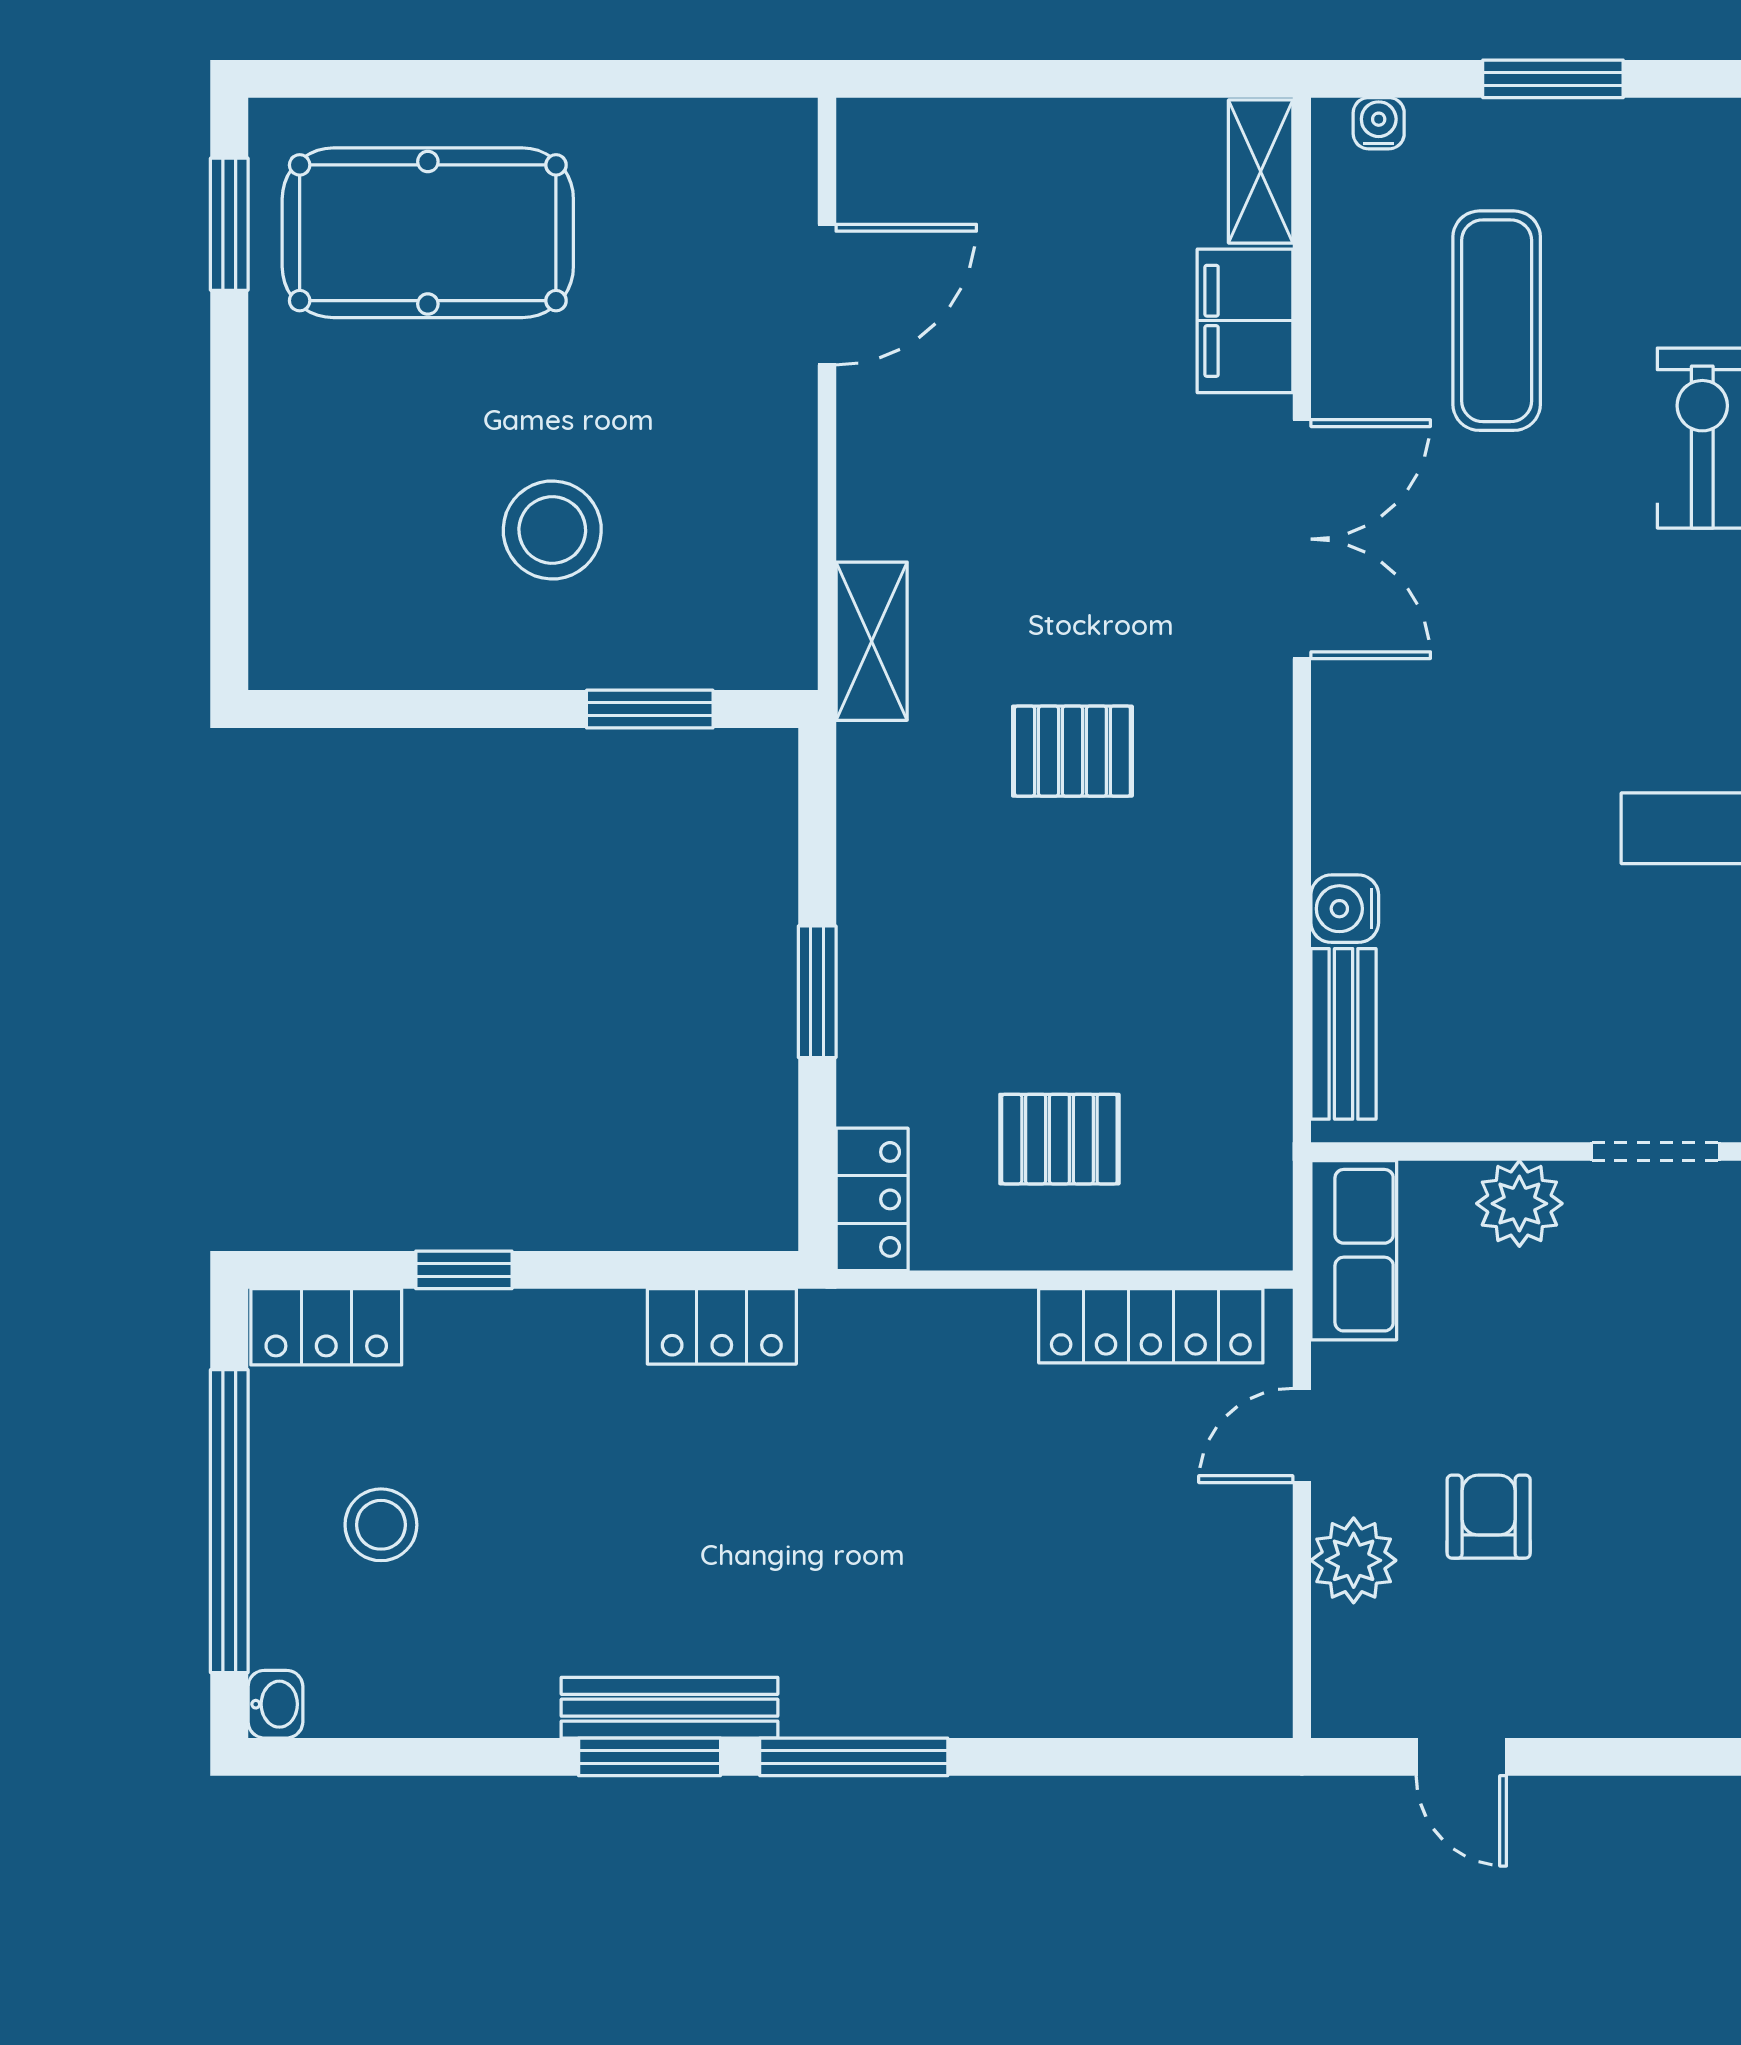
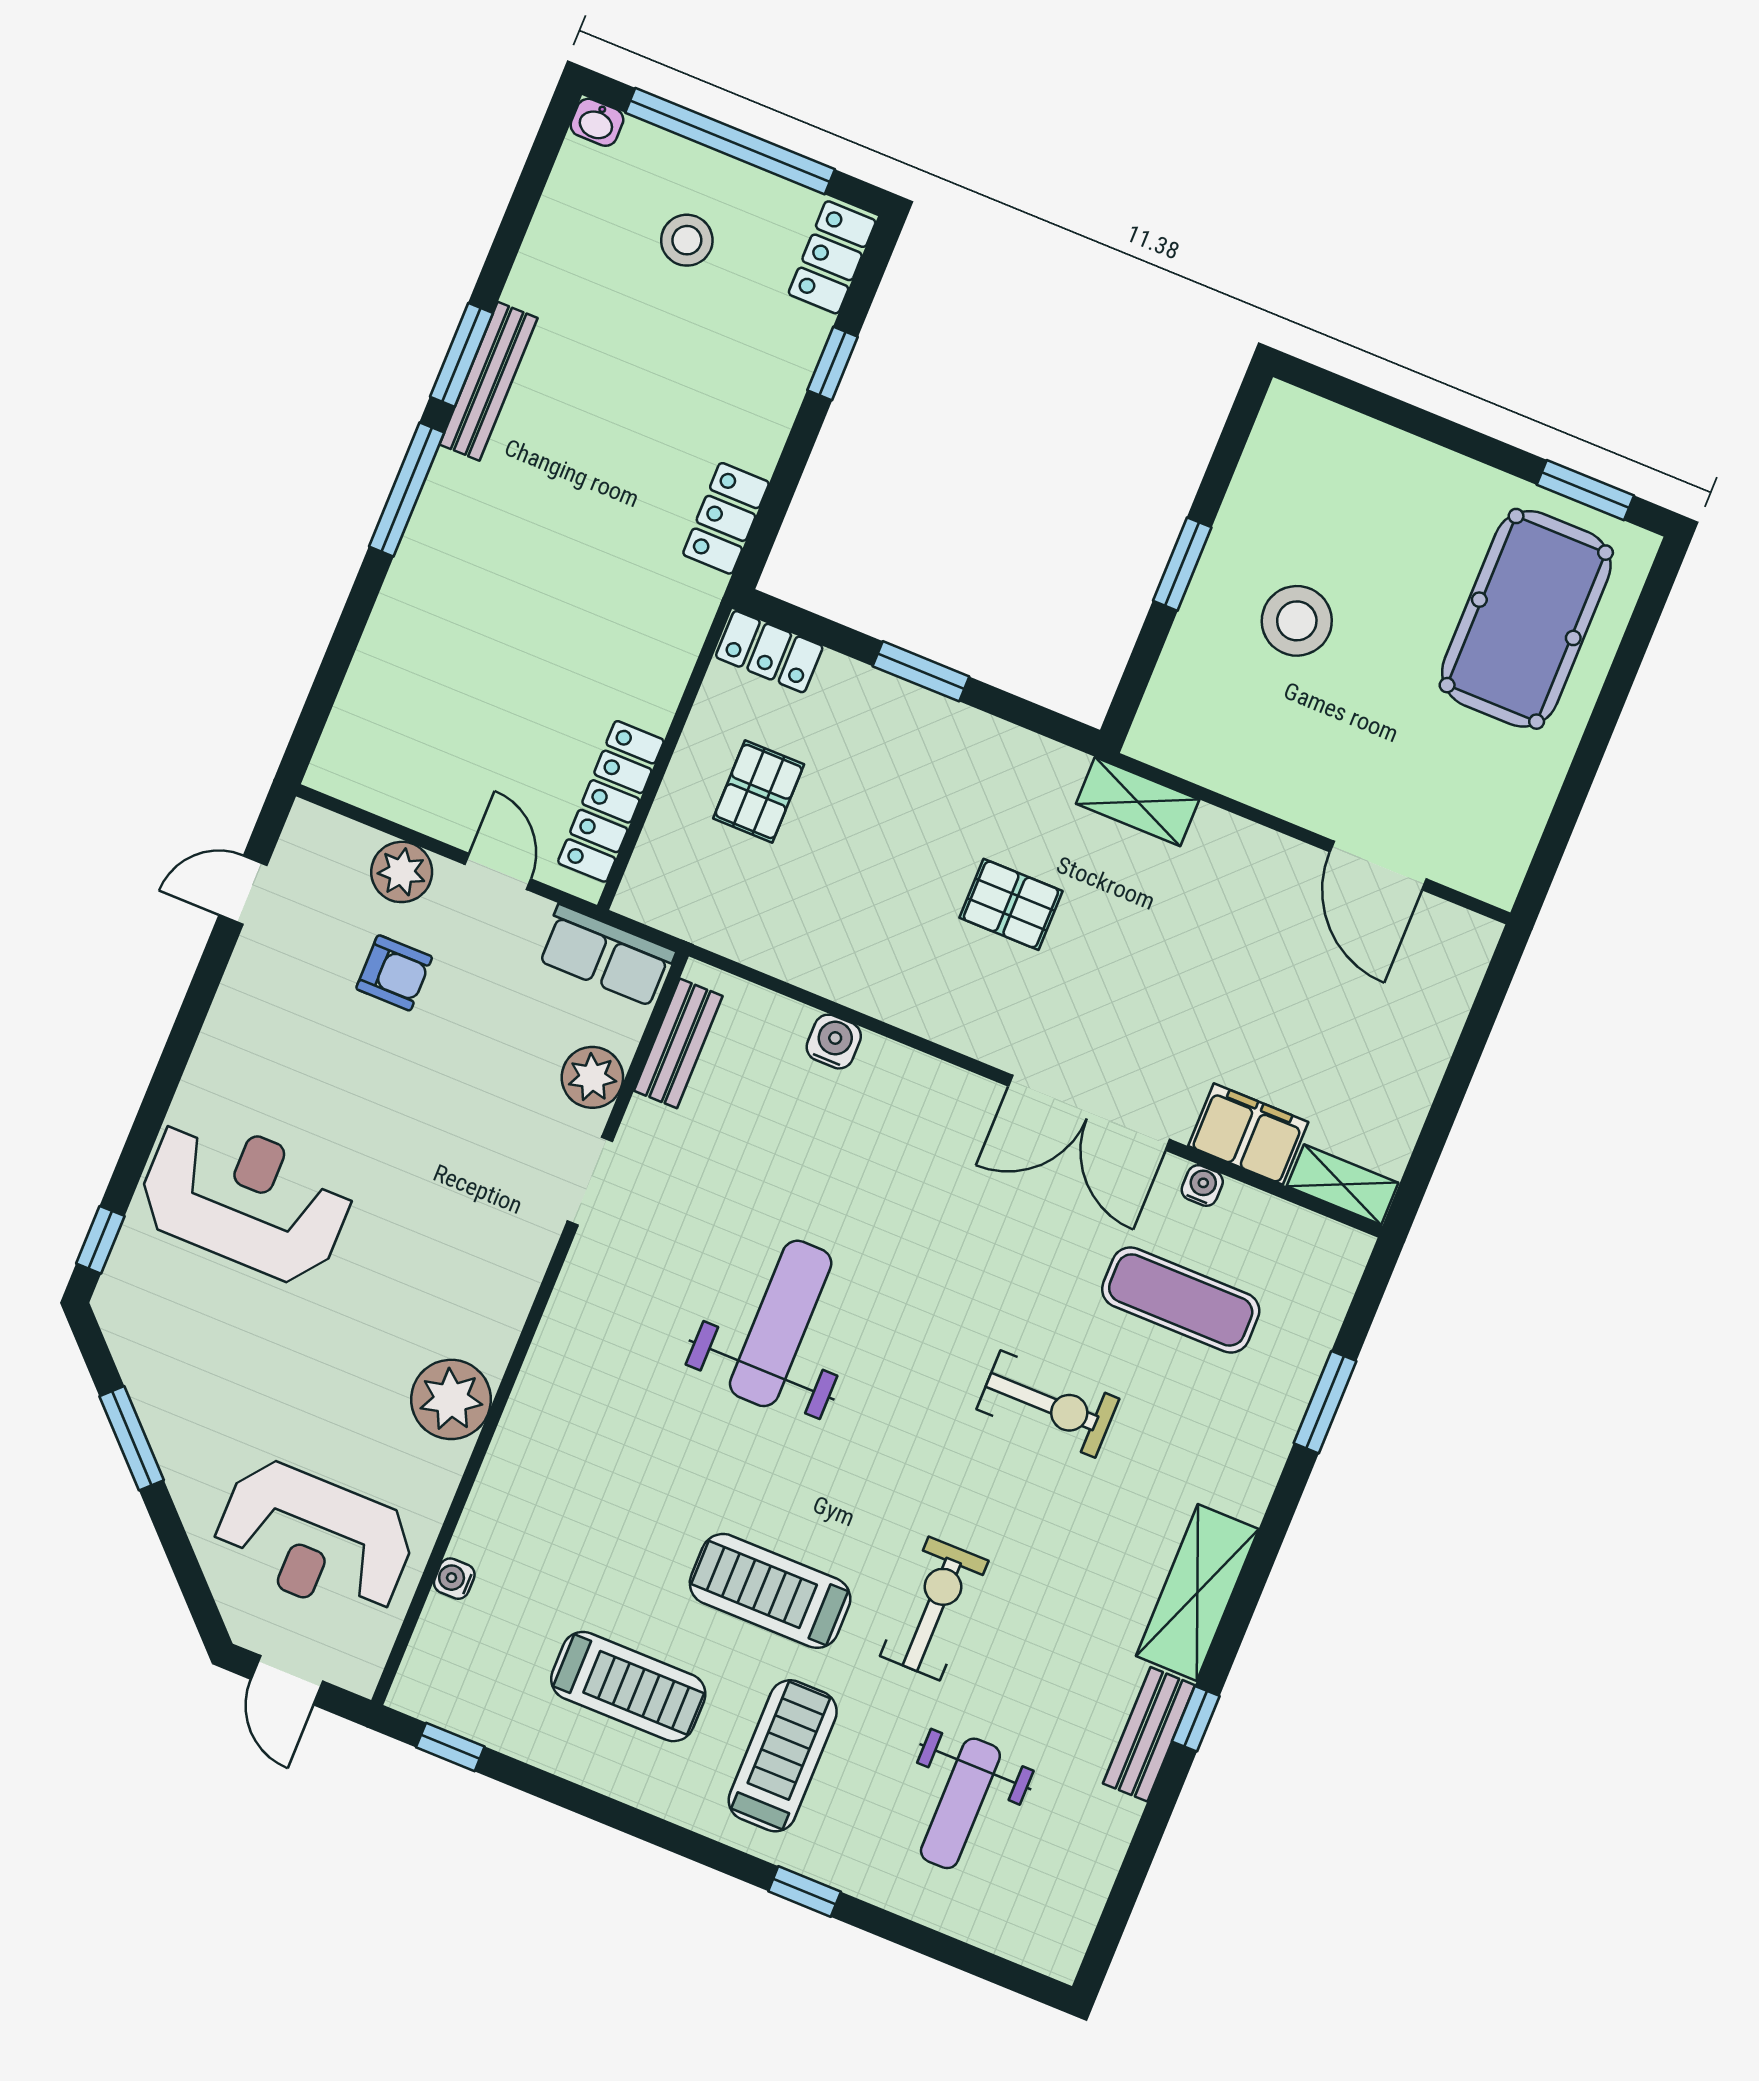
water cooler: (1379, 123) -> (1202, 1186), moved, turned -90
window: (650, 709) -> (1182, 564), moved
pallet: (1072, 751) -> (1011, 904), turned 90
bench: (1344, 1034) -> (678, 1043), moved, turned 90

